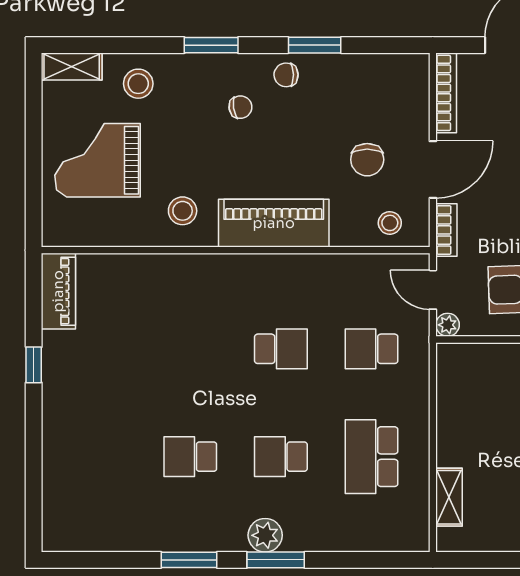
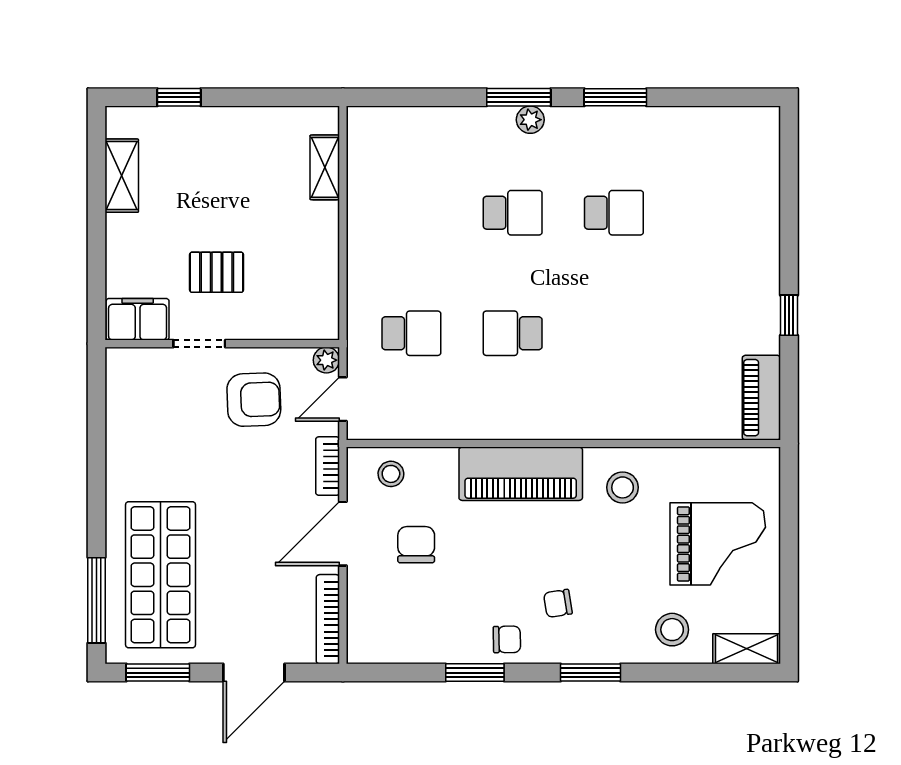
door: (433, 290) -> (343, 399), swing flipped
school desk: (371, 457) -> (411, 213), removed
plant: (265, 535) -> (530, 120), width x0.73, depth x0.73

